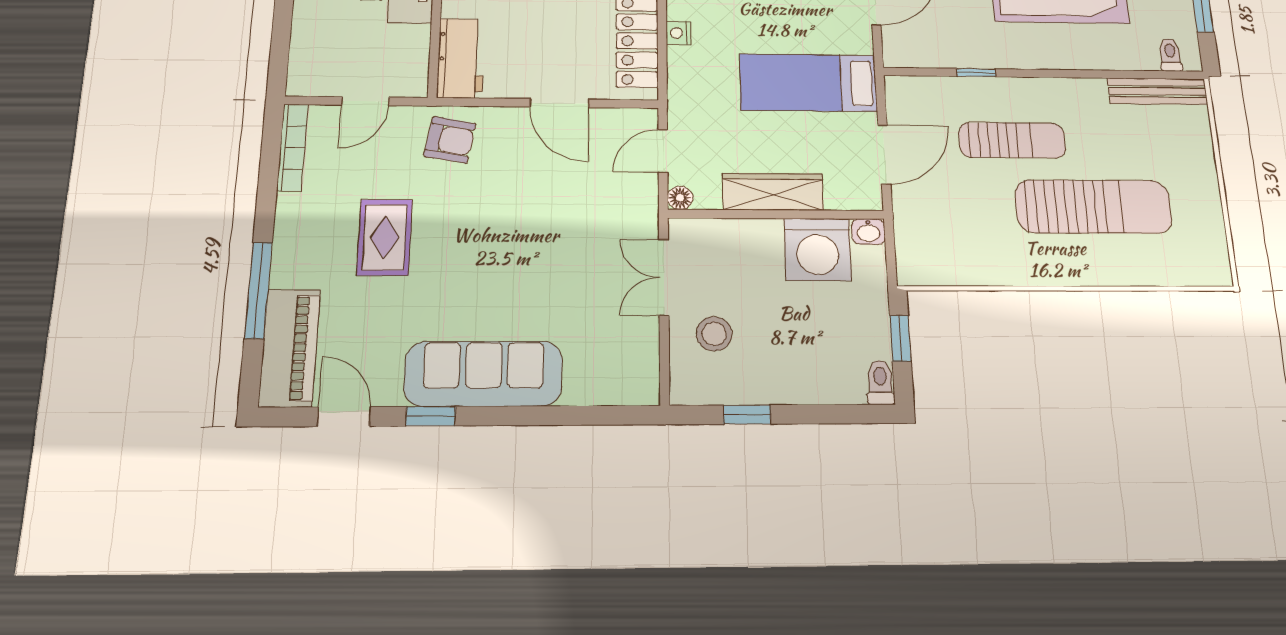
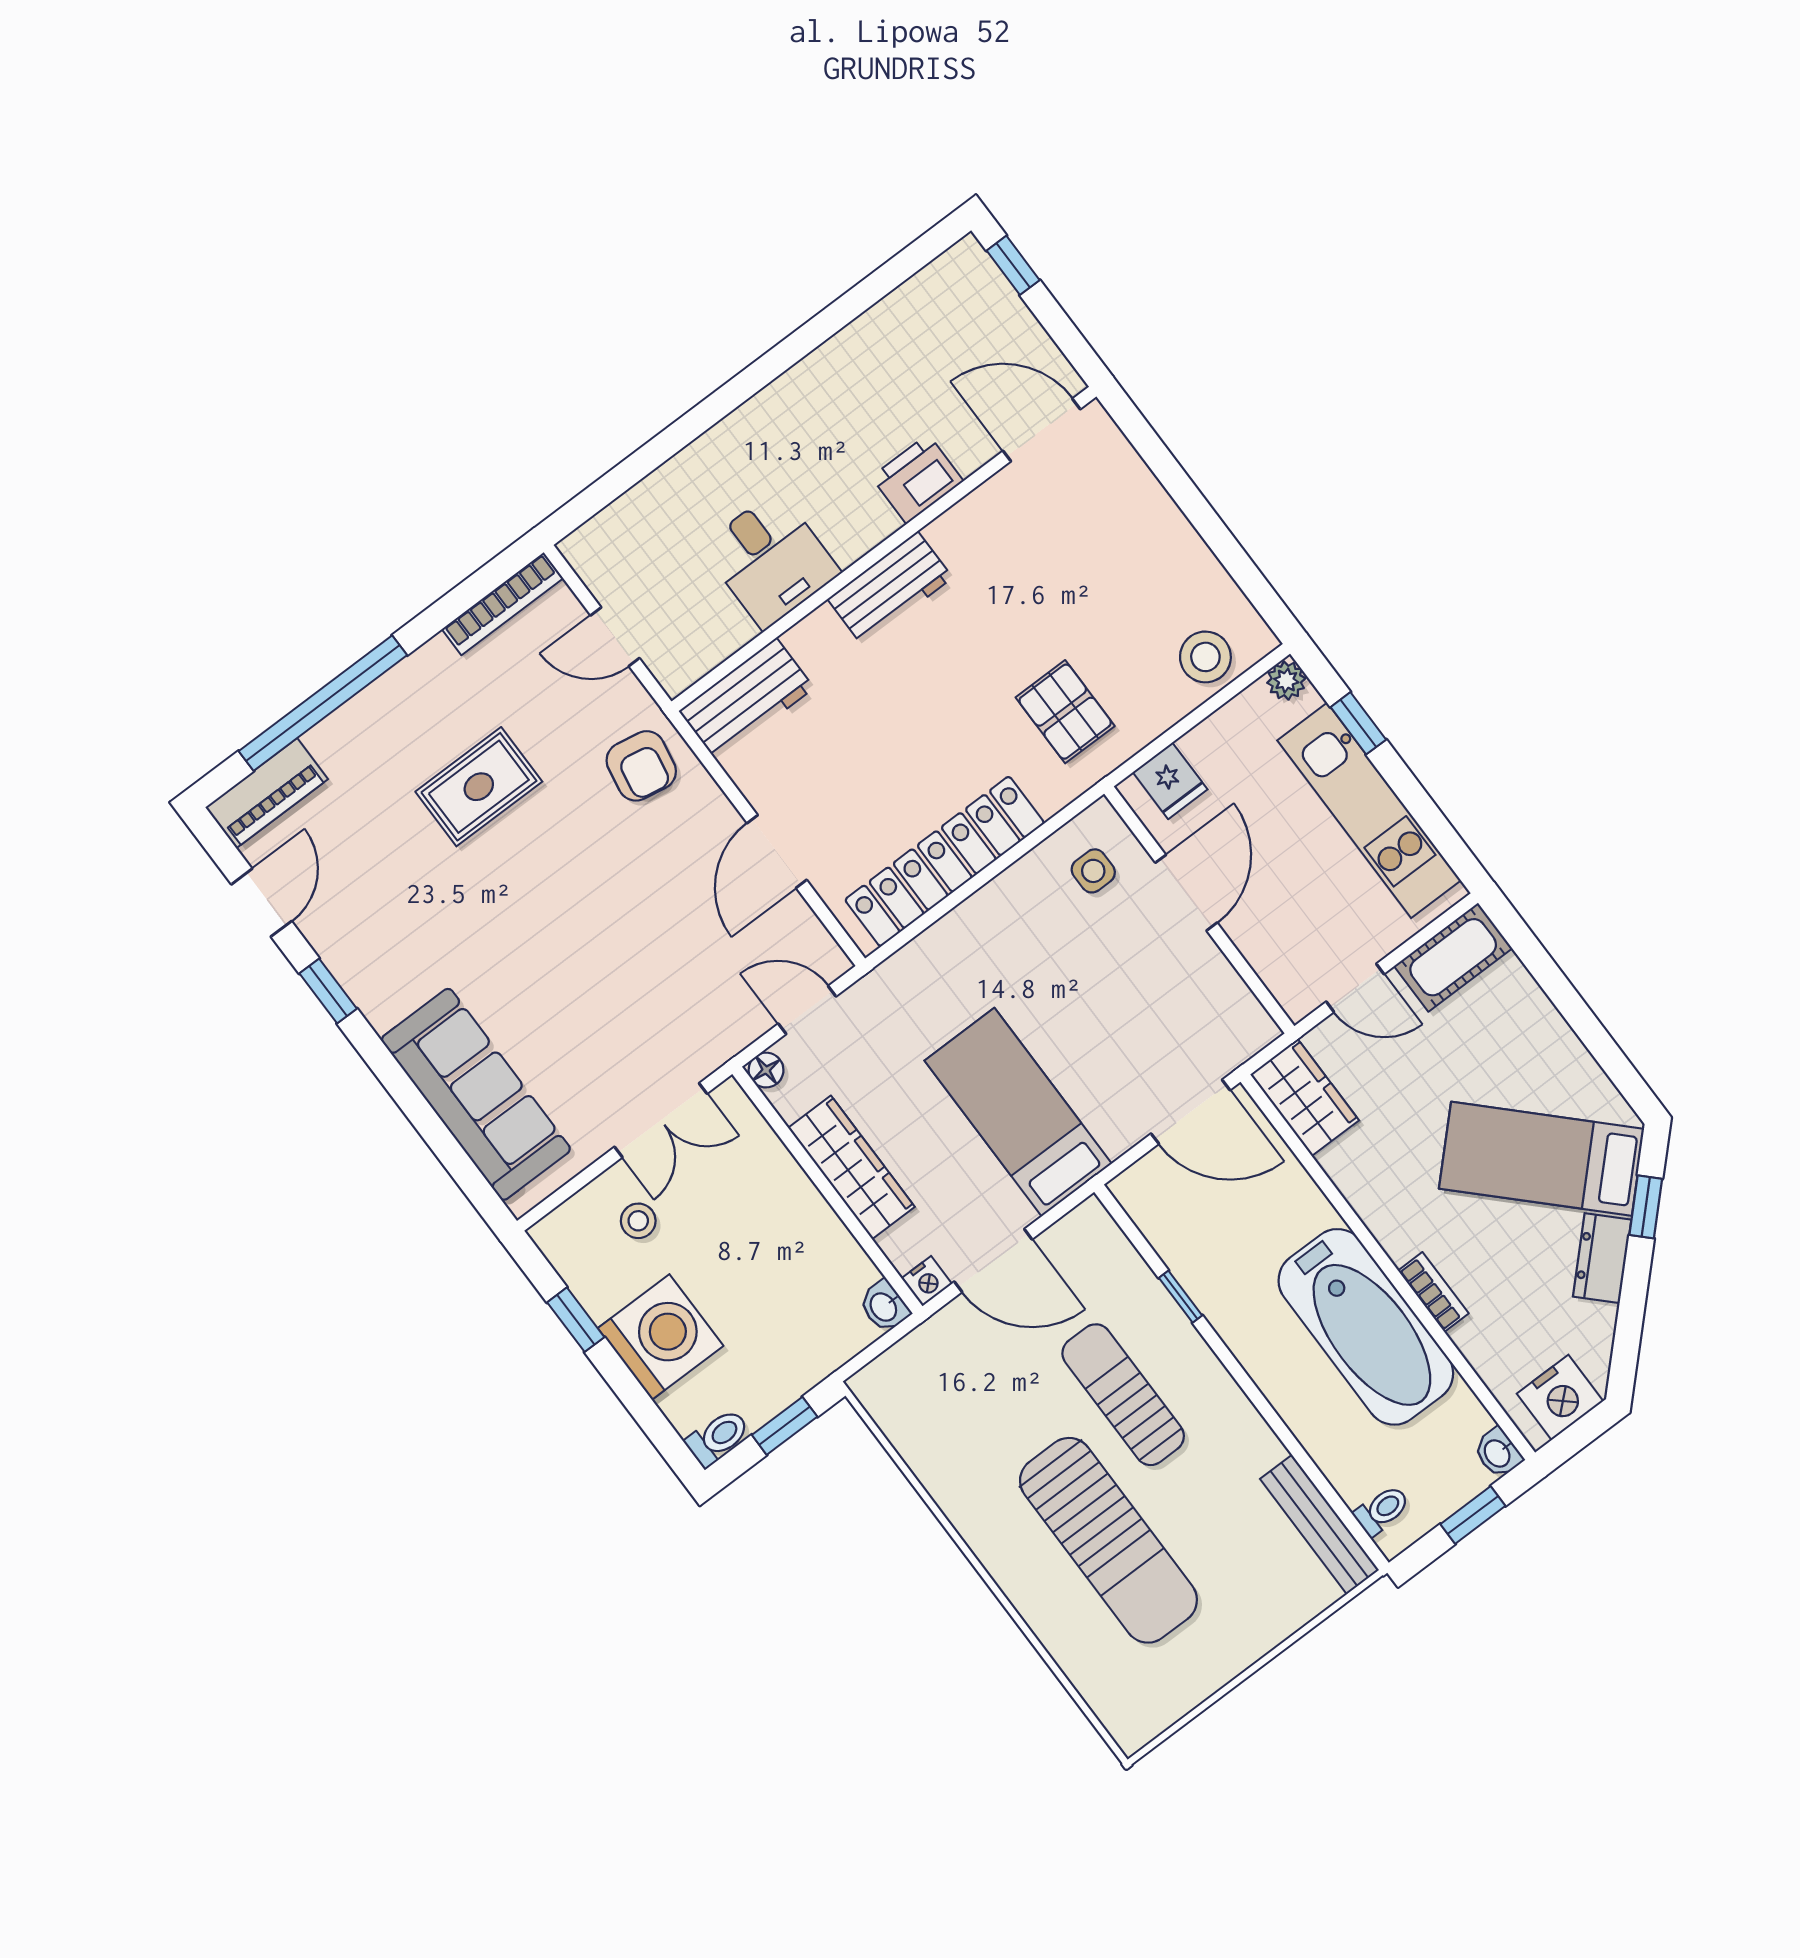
nightstand: (678, 33) -> (927, 1281), moved, turned 180
sun lounger: (1012, 140) -> (1123, 1395), turned 180
washing machine: (818, 250) -> (661, 1337), moved, turned 180
double door: (664, 277) -> (661, 1120), swing flipped
window: (258, 290) -> (323, 703), width x1.46
stool: (714, 334) -> (638, 1221), width x0.73, depth x0.73
piano: (290, 348) -> (267, 793), width x0.73, depth x0.75
sofa: (483, 374) -> (476, 1094), moved

